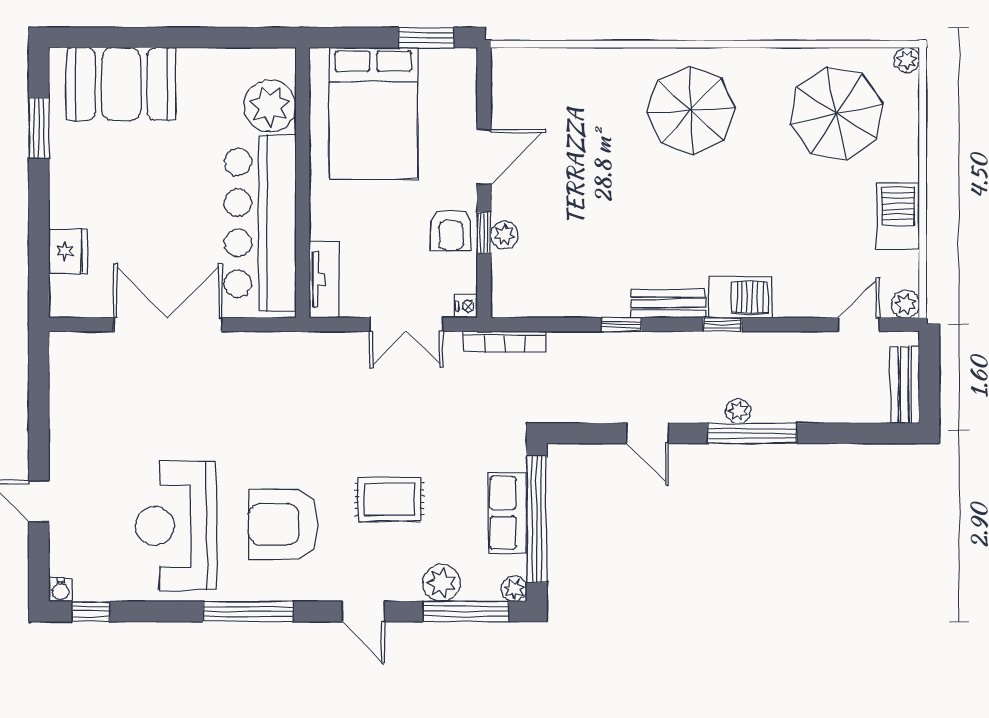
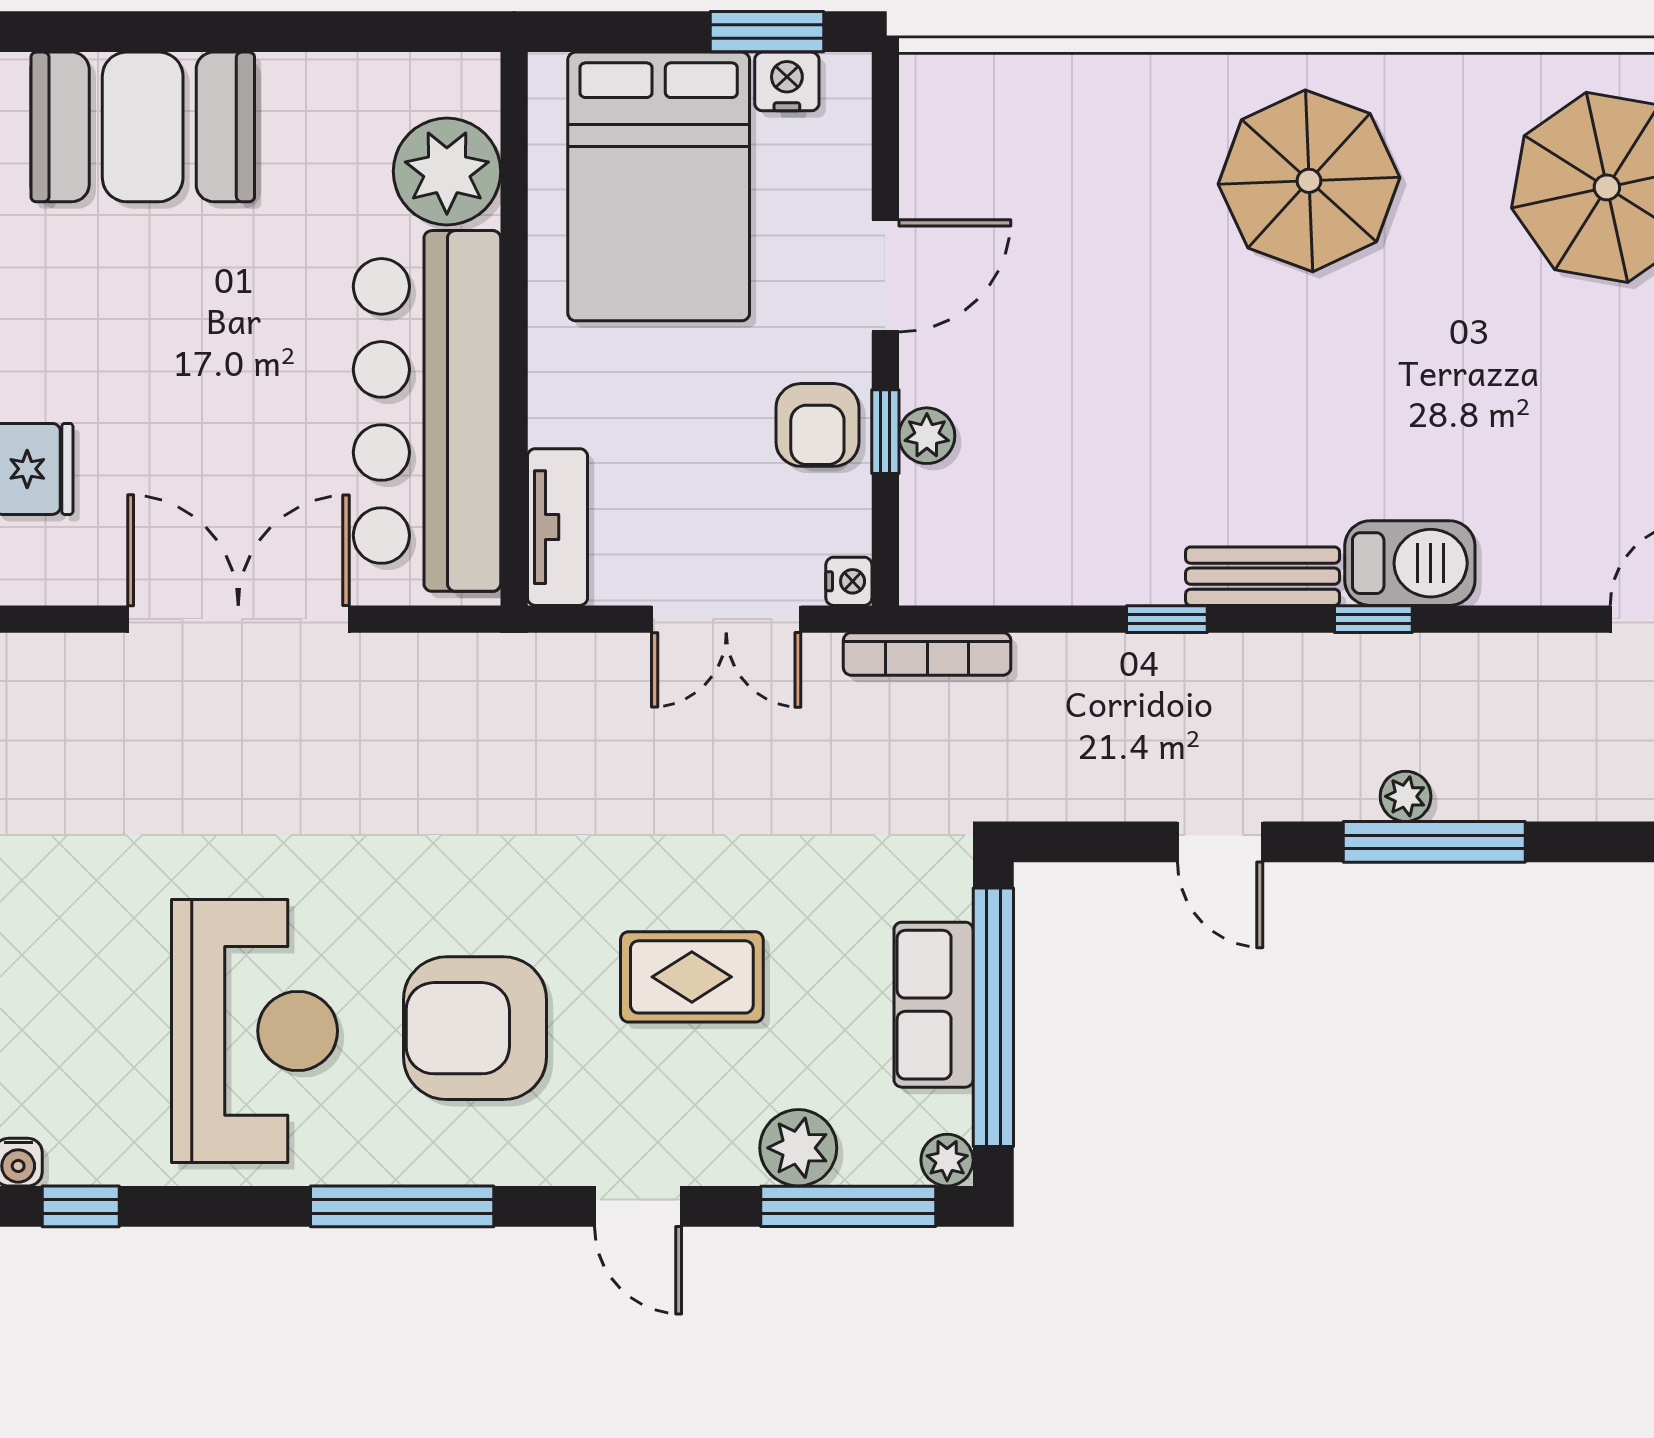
nightstand: (436, 62) -> (787, 81), added
reception desk: (176, 526) -> (255, 1031), turned 180

